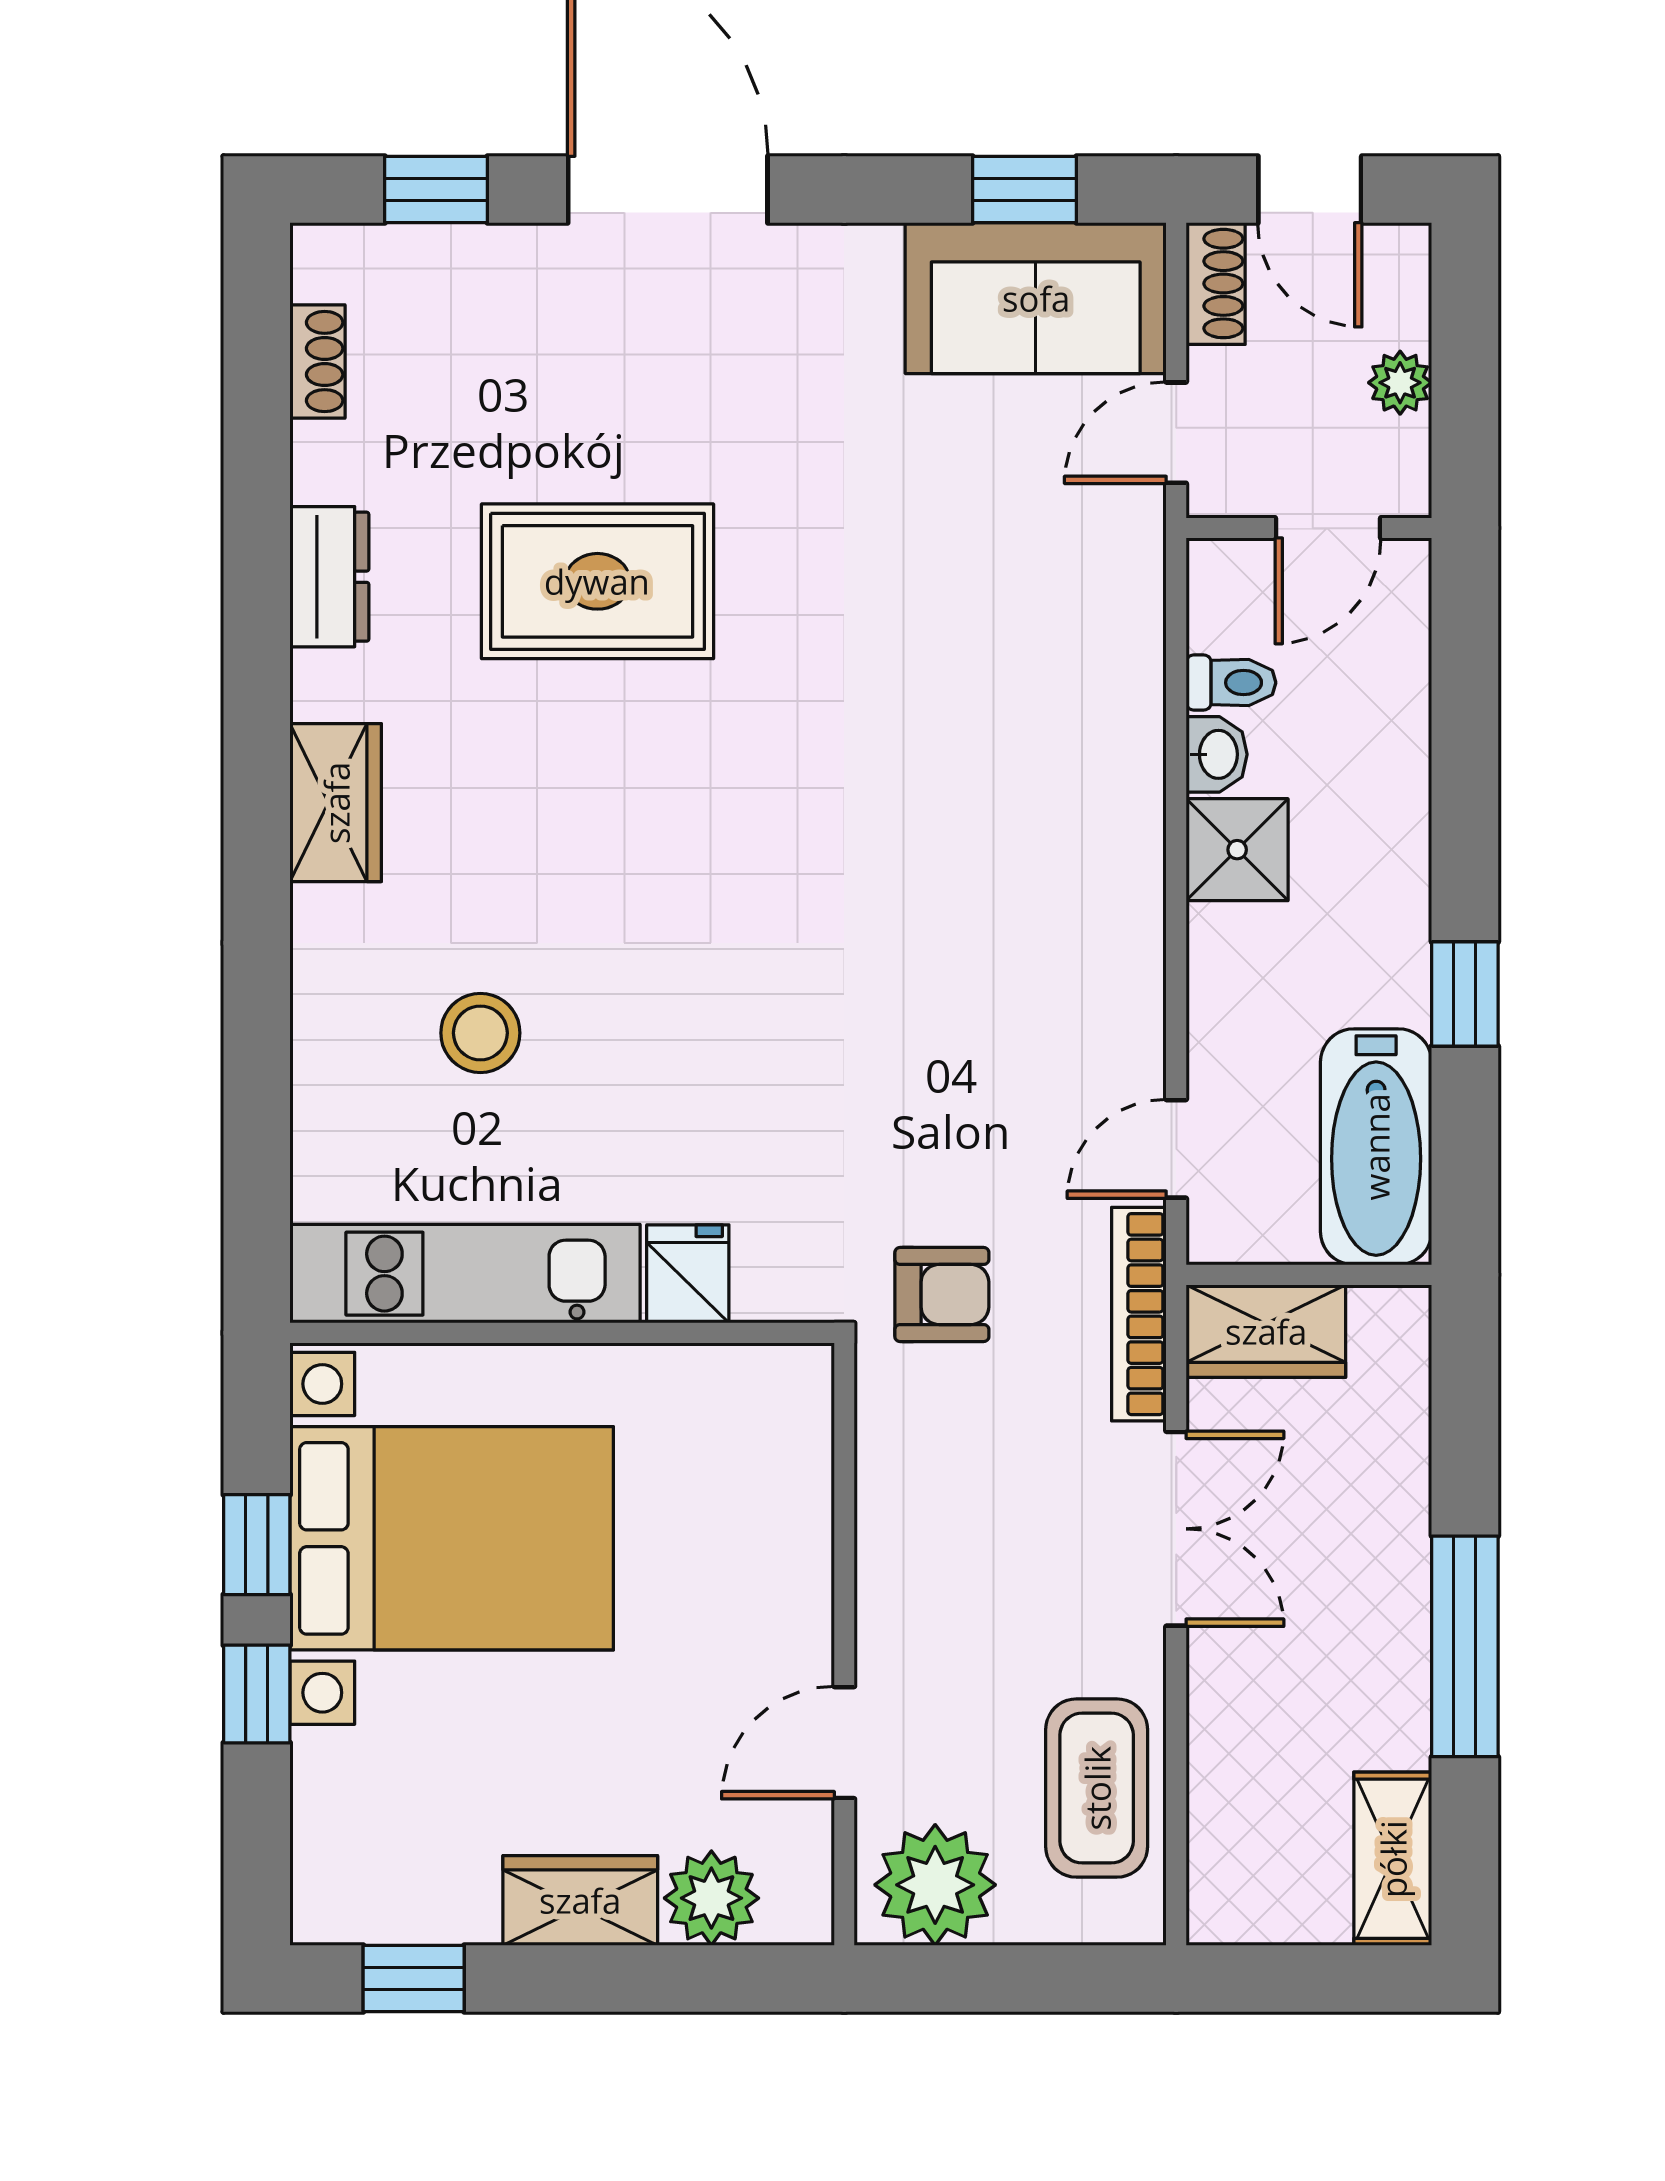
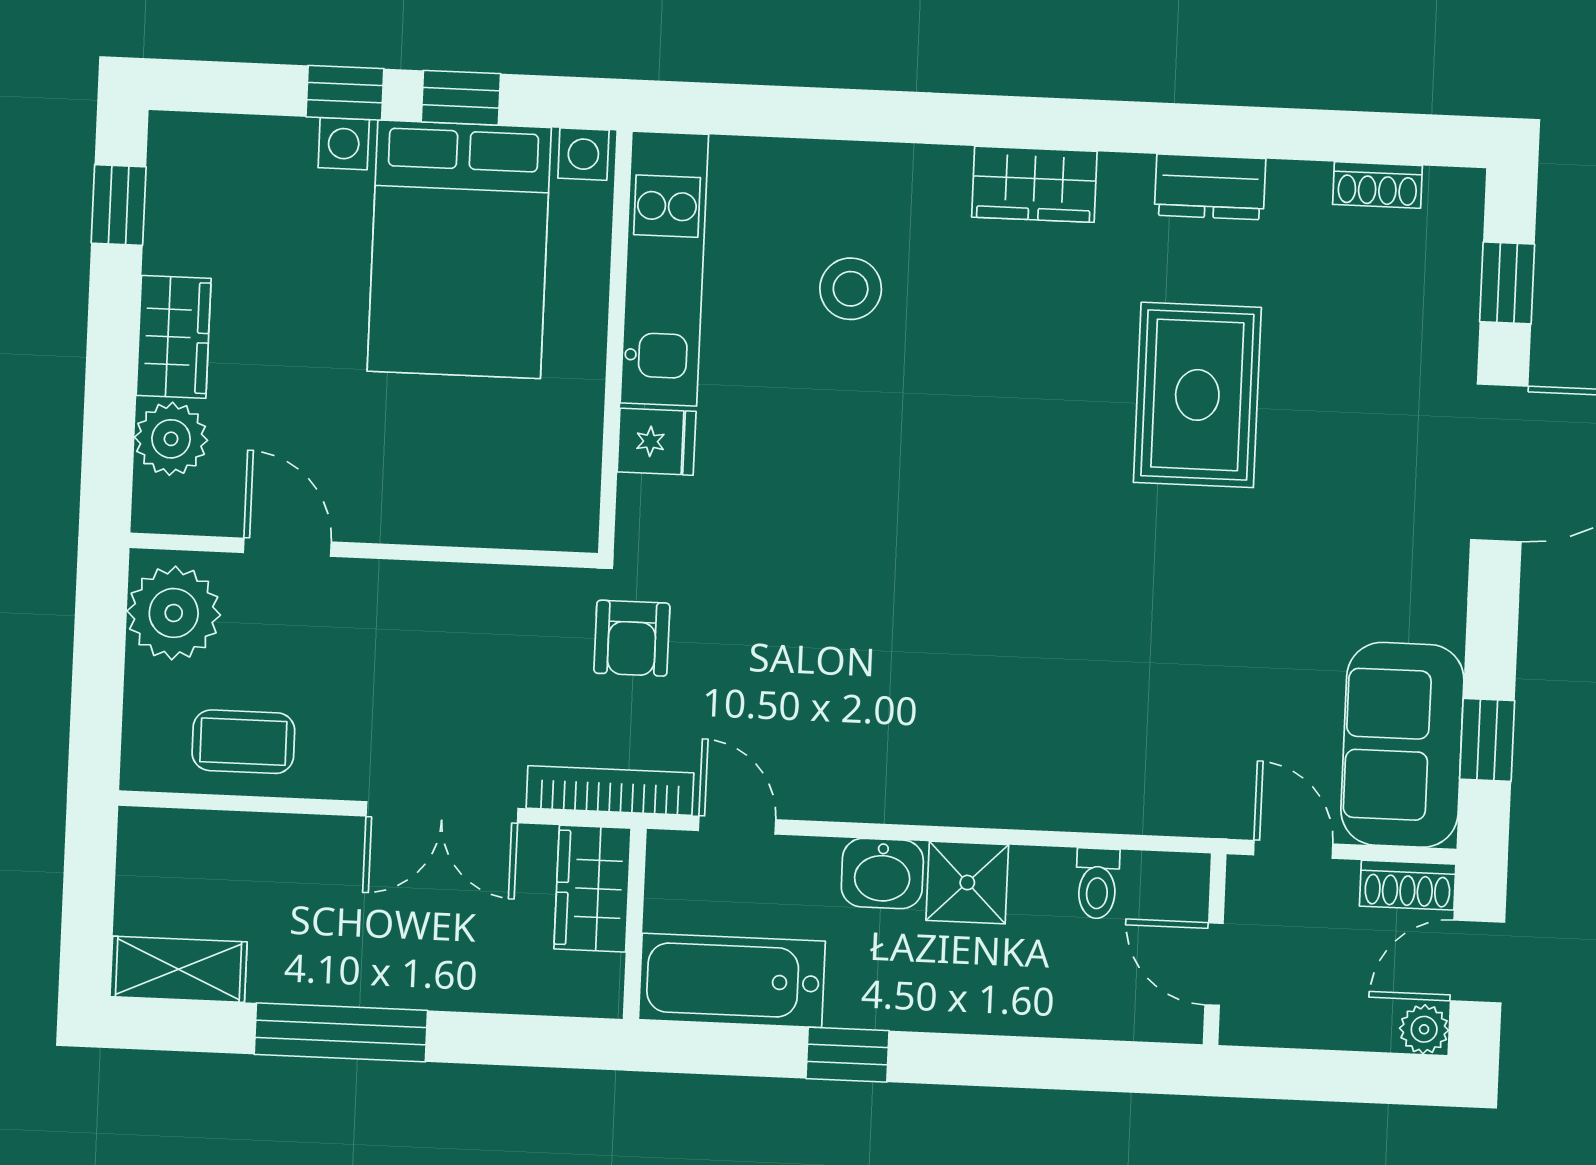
plant: (1400, 383) -> (1424, 1029), moved
washbasin: (1217, 754) -> (882, 873), moved, width x1.38, depth x1.45
coffee table: (1097, 1788) -> (243, 742), width x0.73, depth x0.77

